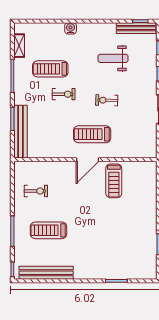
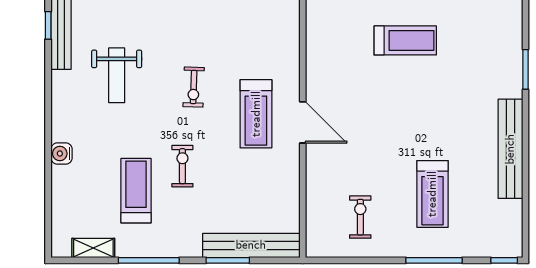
treadmill: (50, 69) -> (136, 191), turned 180
treadmill: (114, 181) -> (405, 40), moved
bench: (46, 273) -> (510, 149), moved

